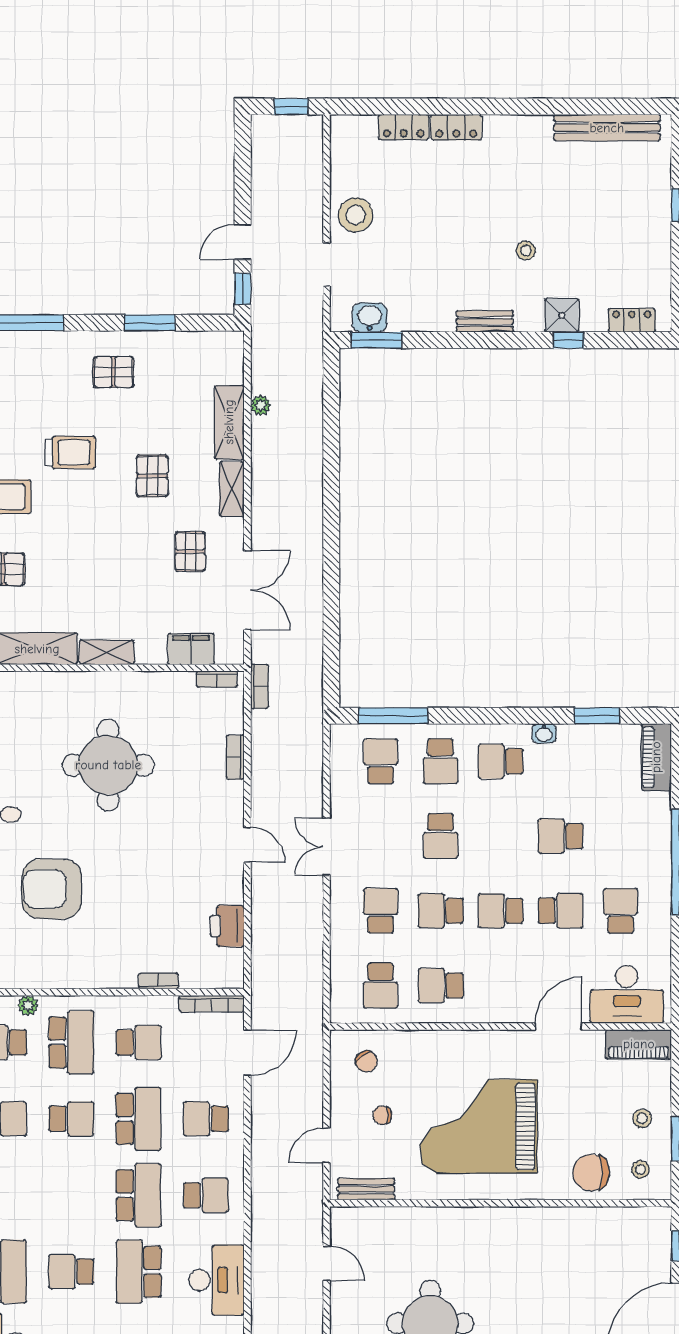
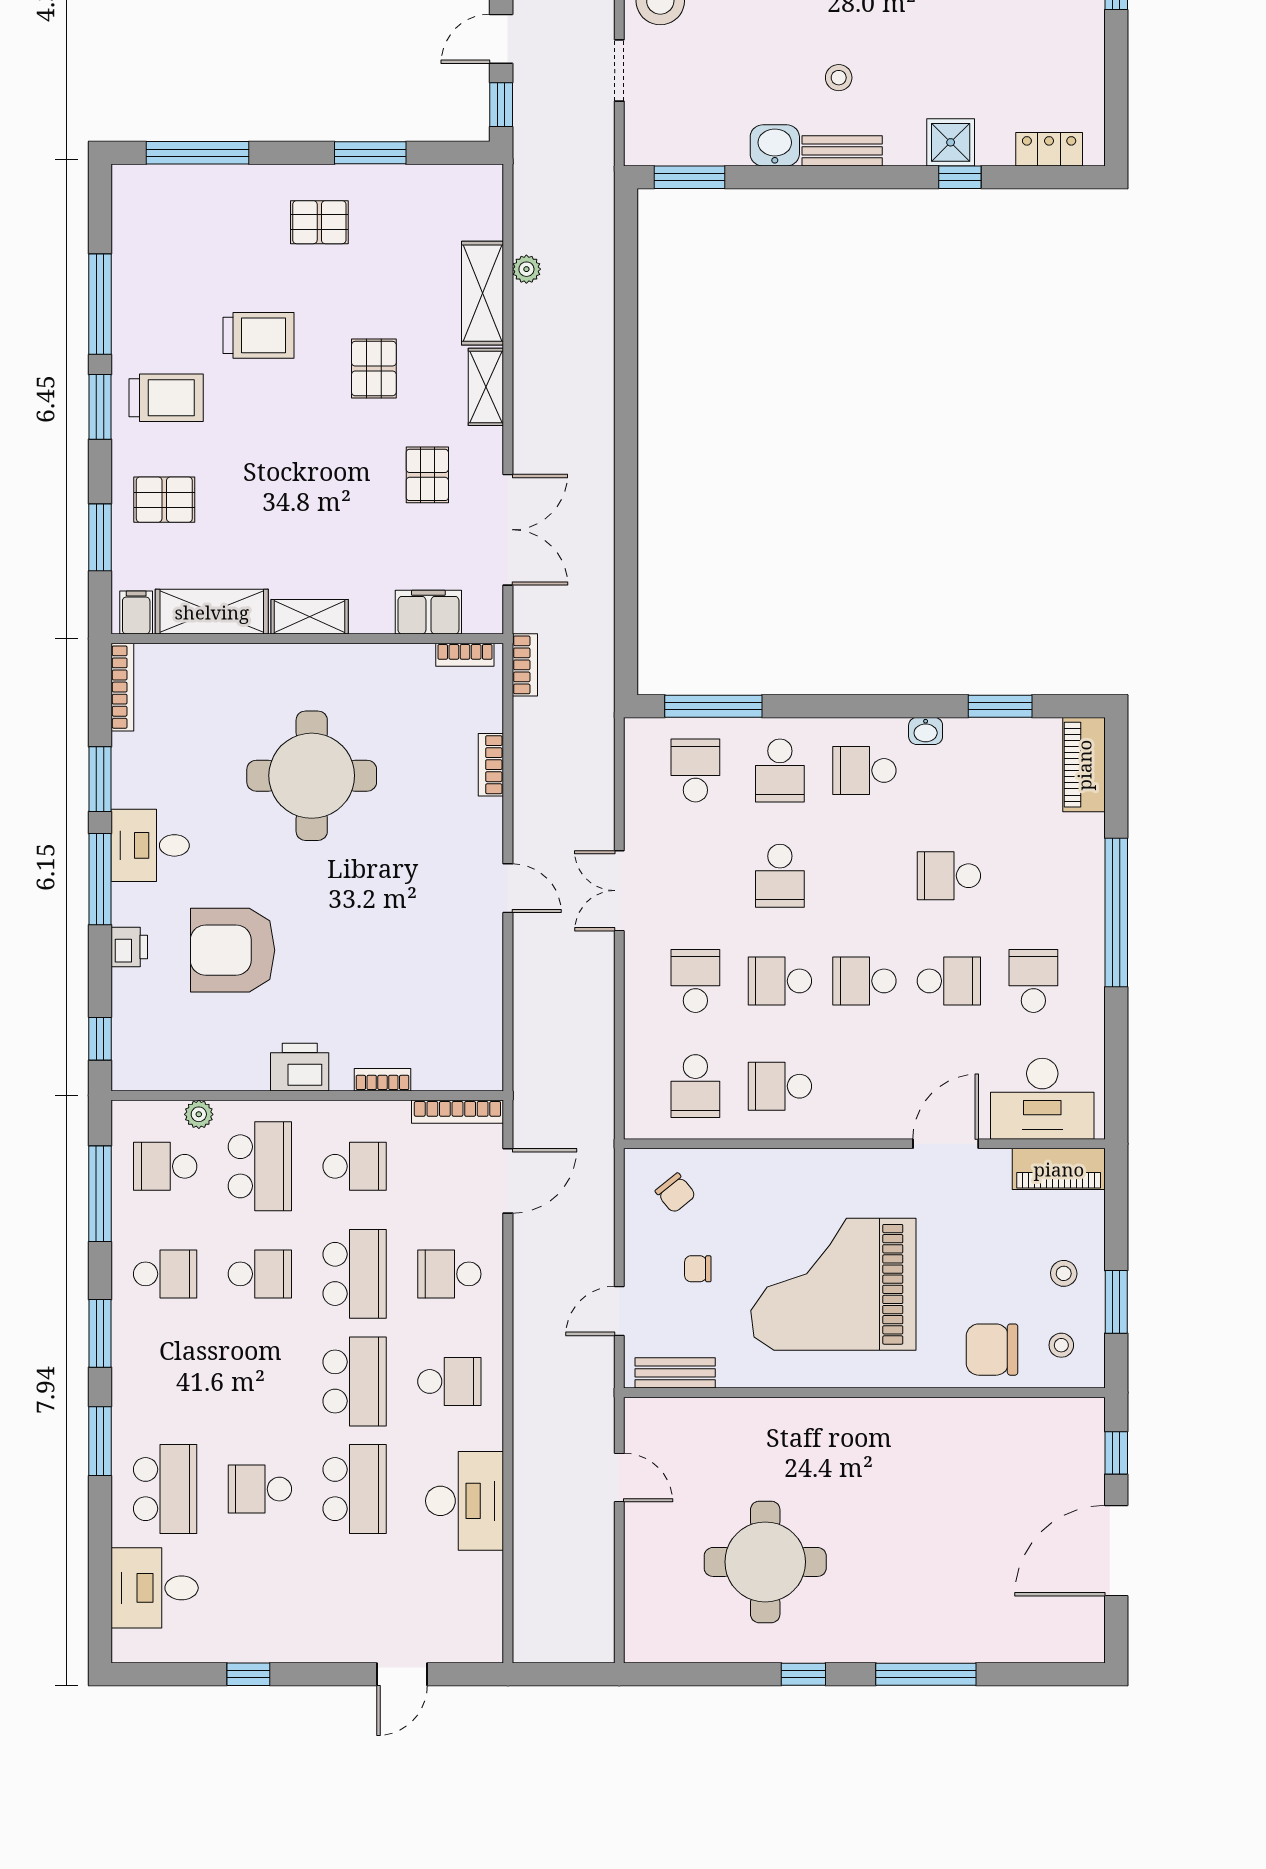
stool: (526, 251) -> (839, 78), moved
washbasin: (370, 318) -> (775, 145), moved
printer: (227, 926) -> (300, 1067), moved, turned 90
school desk: (139, 1272) -> (355, 1489), turned 180

